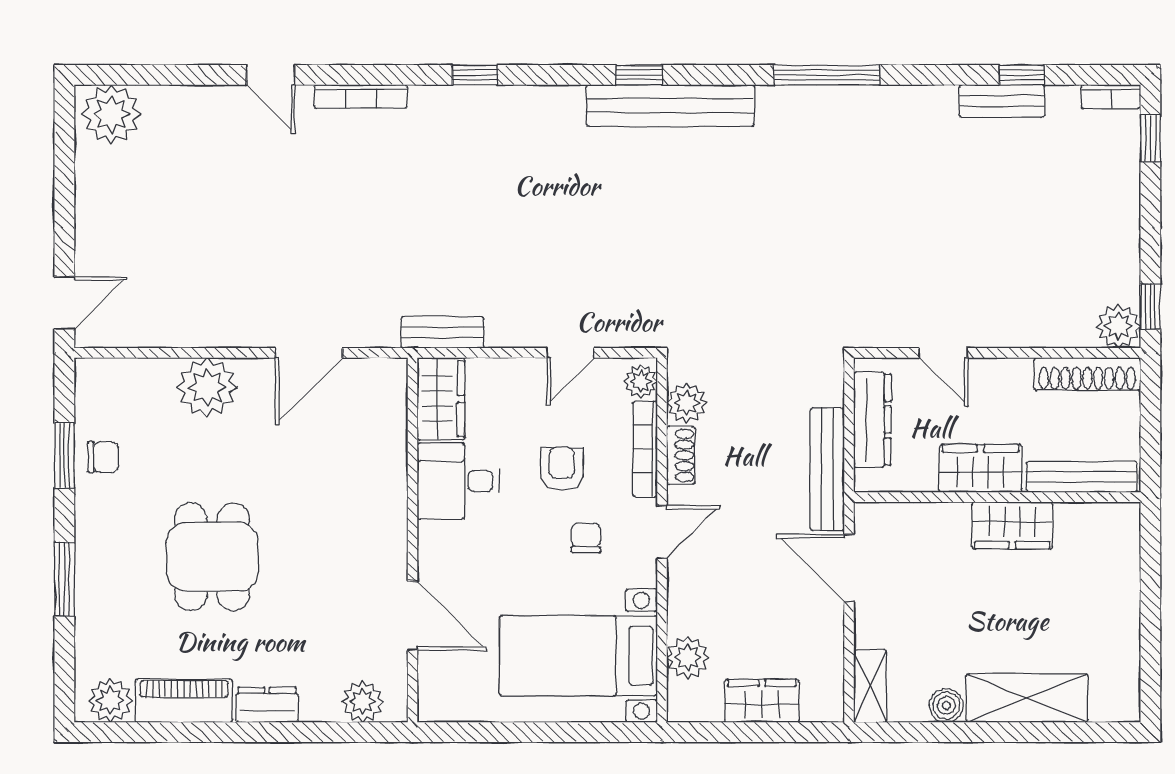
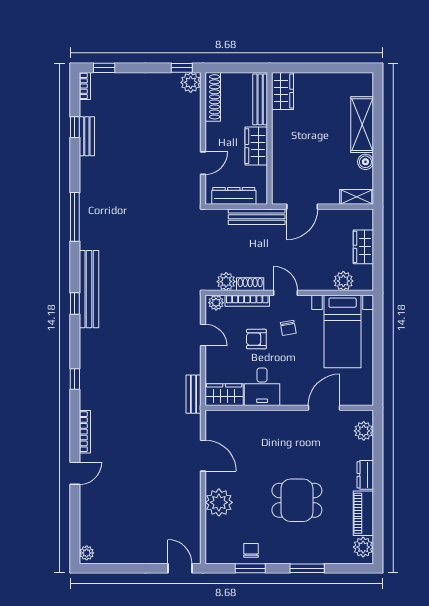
plant: (111, 114) -> (87, 553), width x0.53, depth x0.53
wardrobe: (1012, 525) -> (282, 91), moved
chair: (586, 538) -> (288, 328), turned -100

